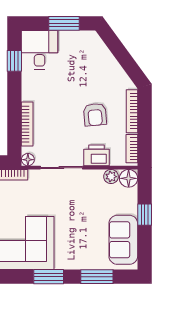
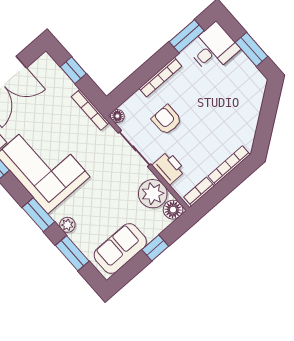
window: (14, 61) -> (187, 36), width x1.50
armchair: (95, 115) -> (167, 120), moved, turned 95
bookcase: (27, 124) -> (160, 77), moved
plant: (111, 177) -> (153, 194), width x1.87, depth x1.87
plant: (74, 262) -> (67, 225), added

